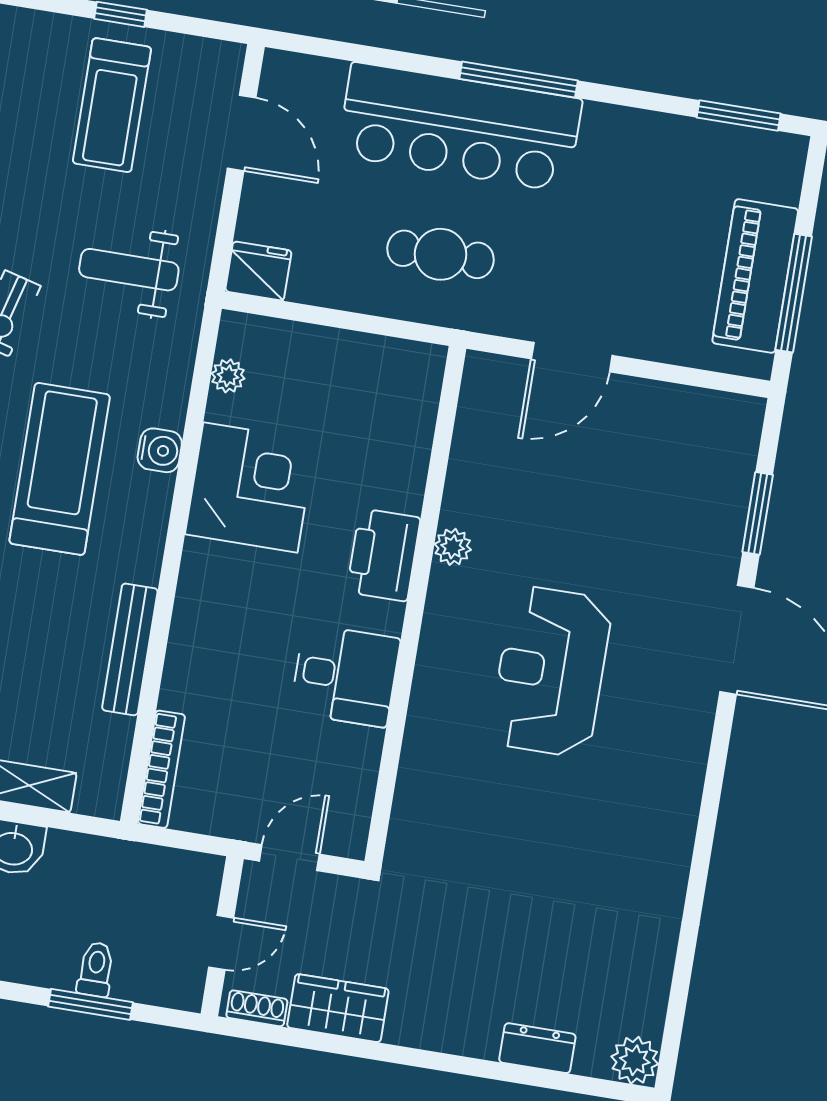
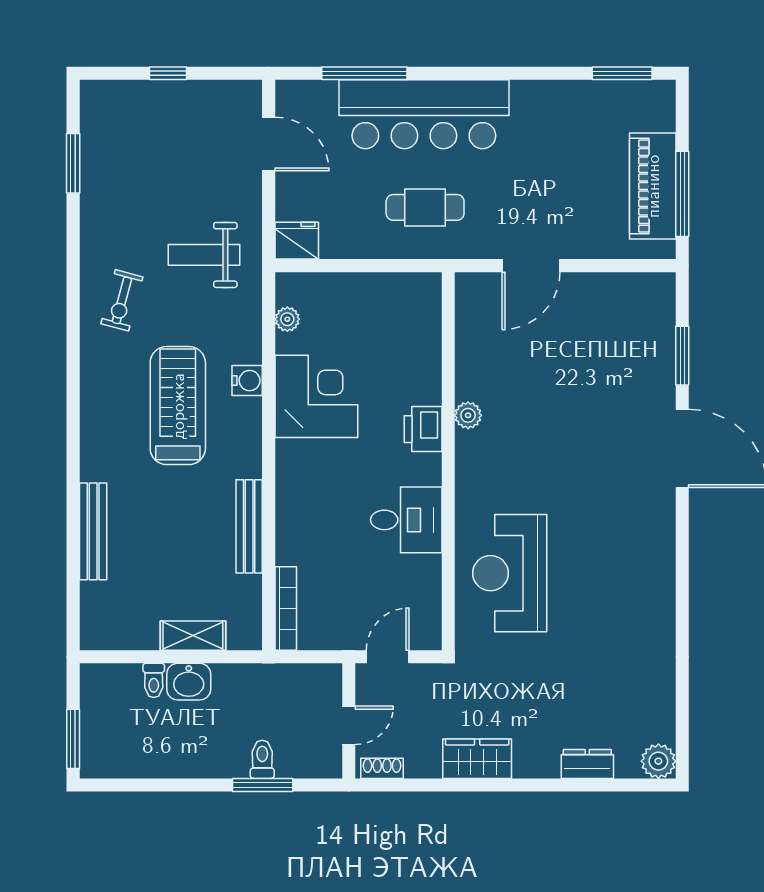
window: (519, 80) -> (364, 73), moved
treadmill: (112, 105) -> (173, 139), removed
printer: (383, 555) -> (423, 429), width x0.73, depth x0.84
reception desk: (551, 671) -> (510, 573), moved
wardrobe: (338, 1008) -> (477, 759), moved

